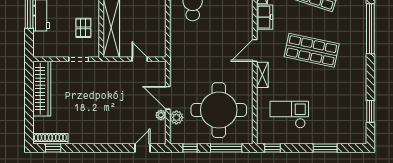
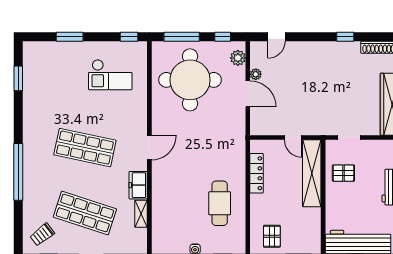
pallet: (83, 28) -> (343, 173), turned 90
locker: (160, 28) -> (257, 173), added
door: (140, 59) -> (293, 137), moved
shelving: (262, 75) -> (141, 120), removed
plant: (176, 117) -> (238, 58), moved
window: (53, 148) -> (345, 37), moved

